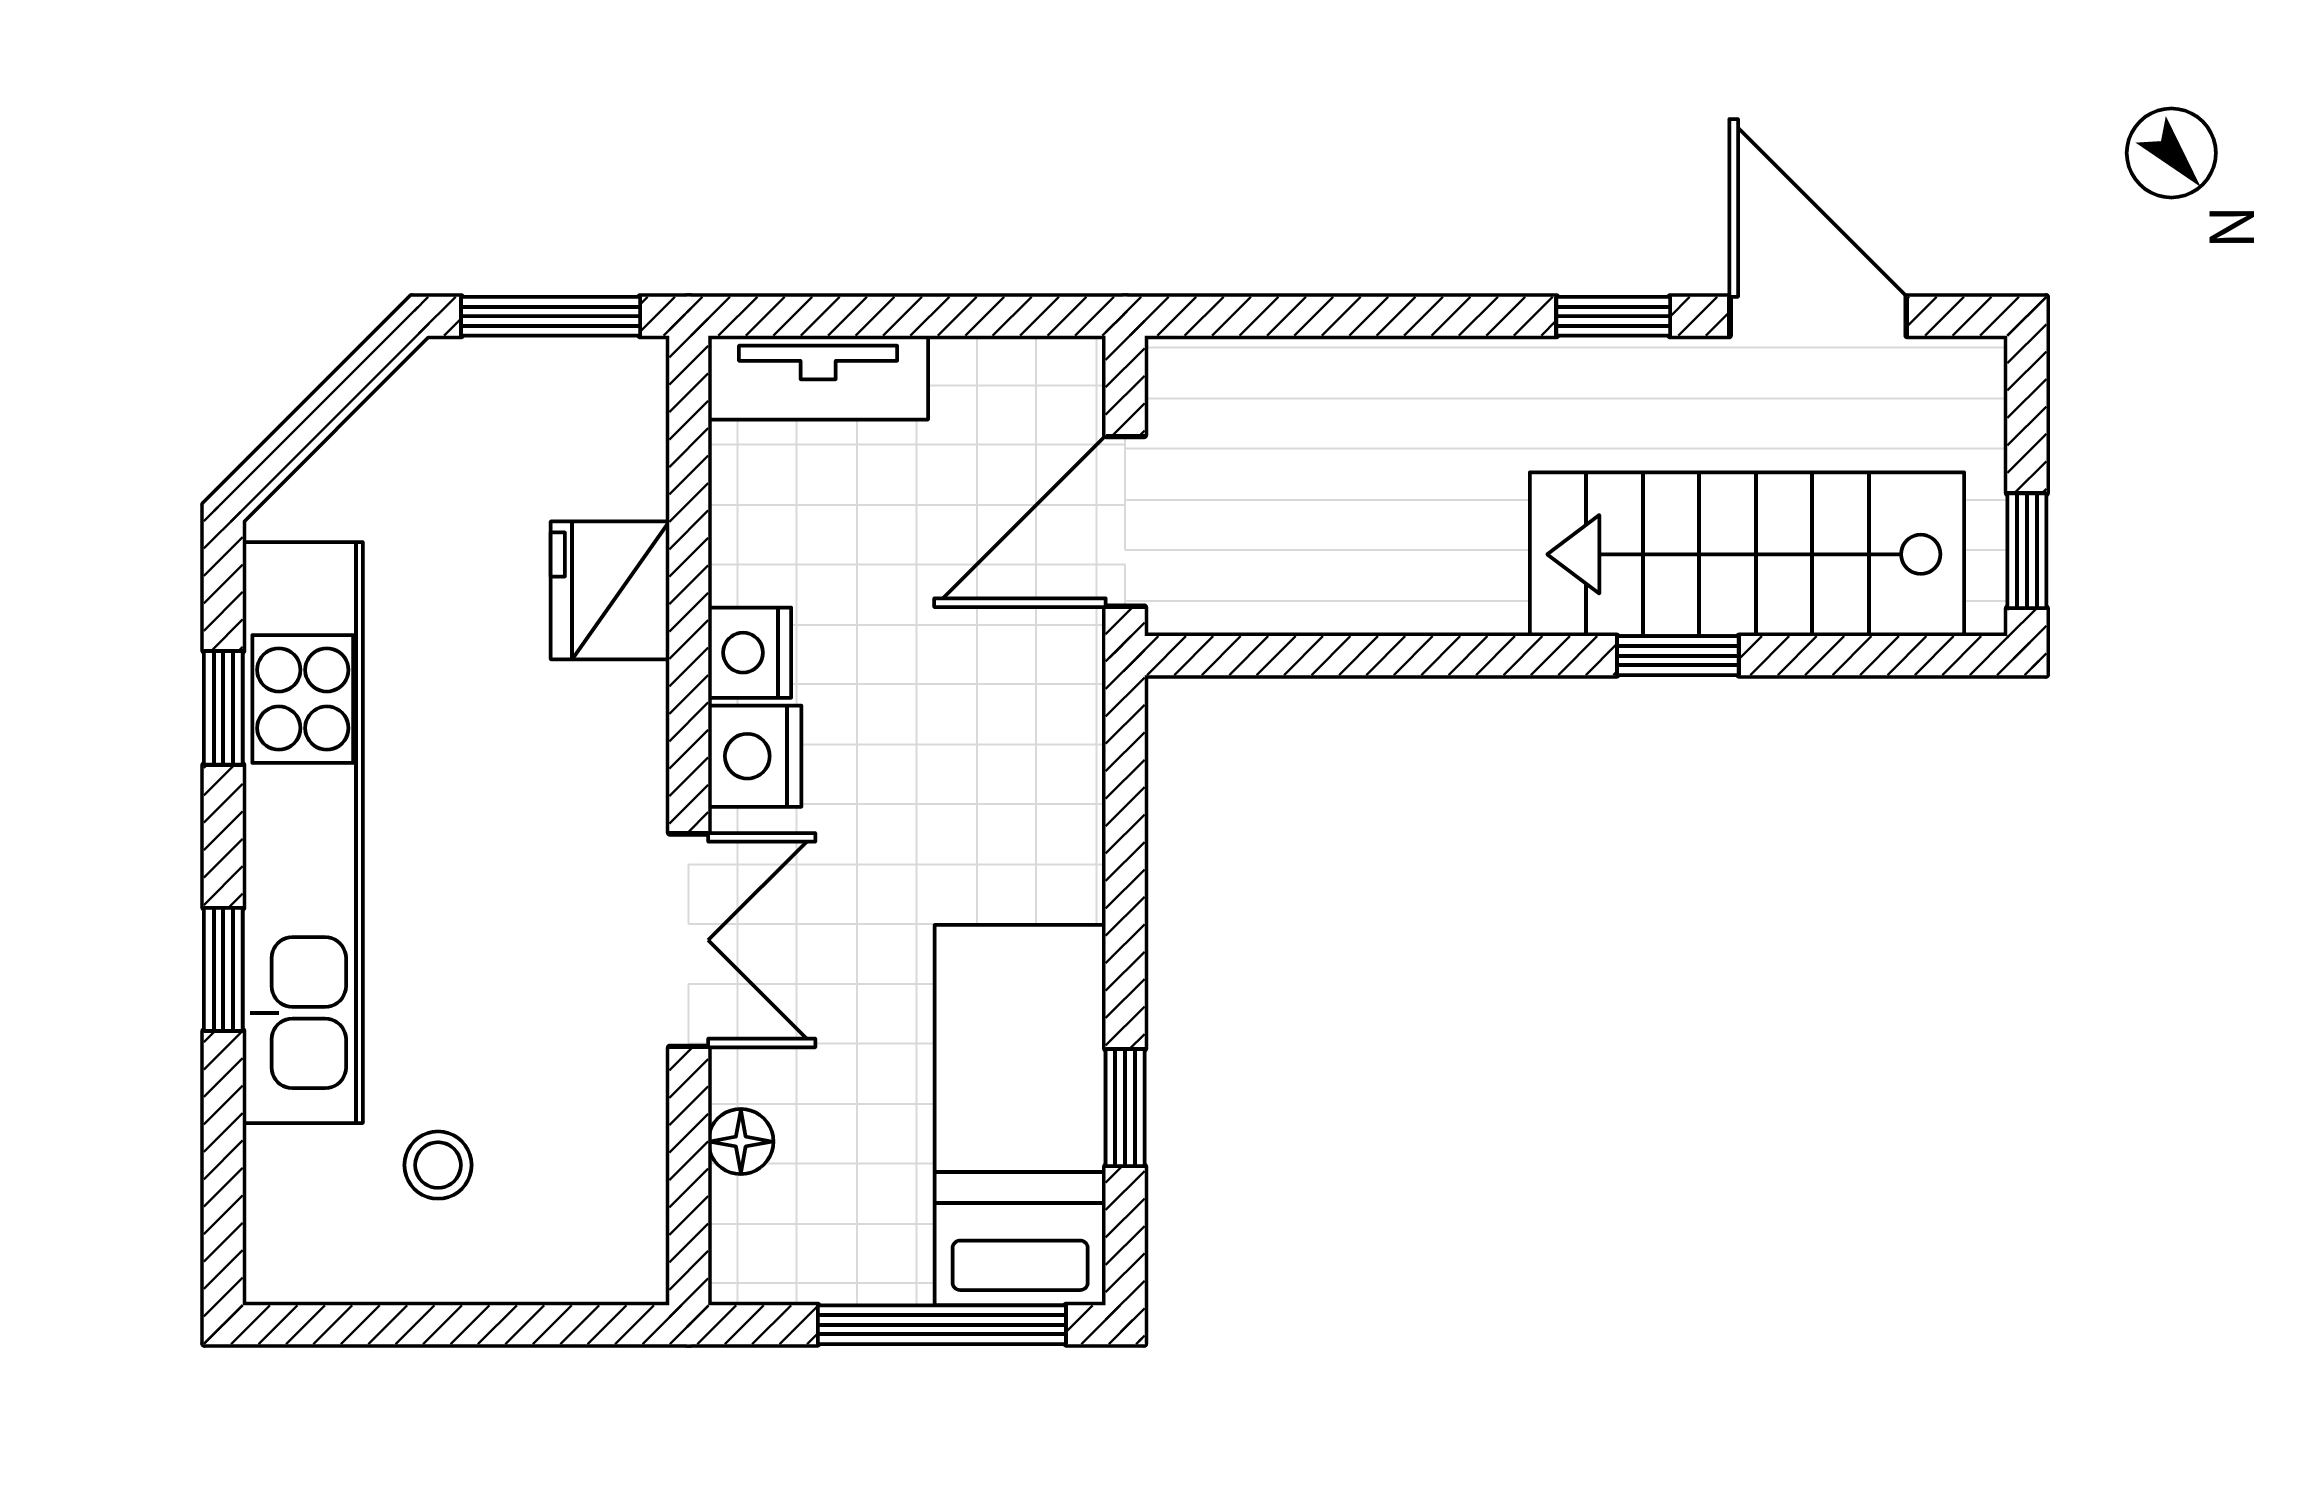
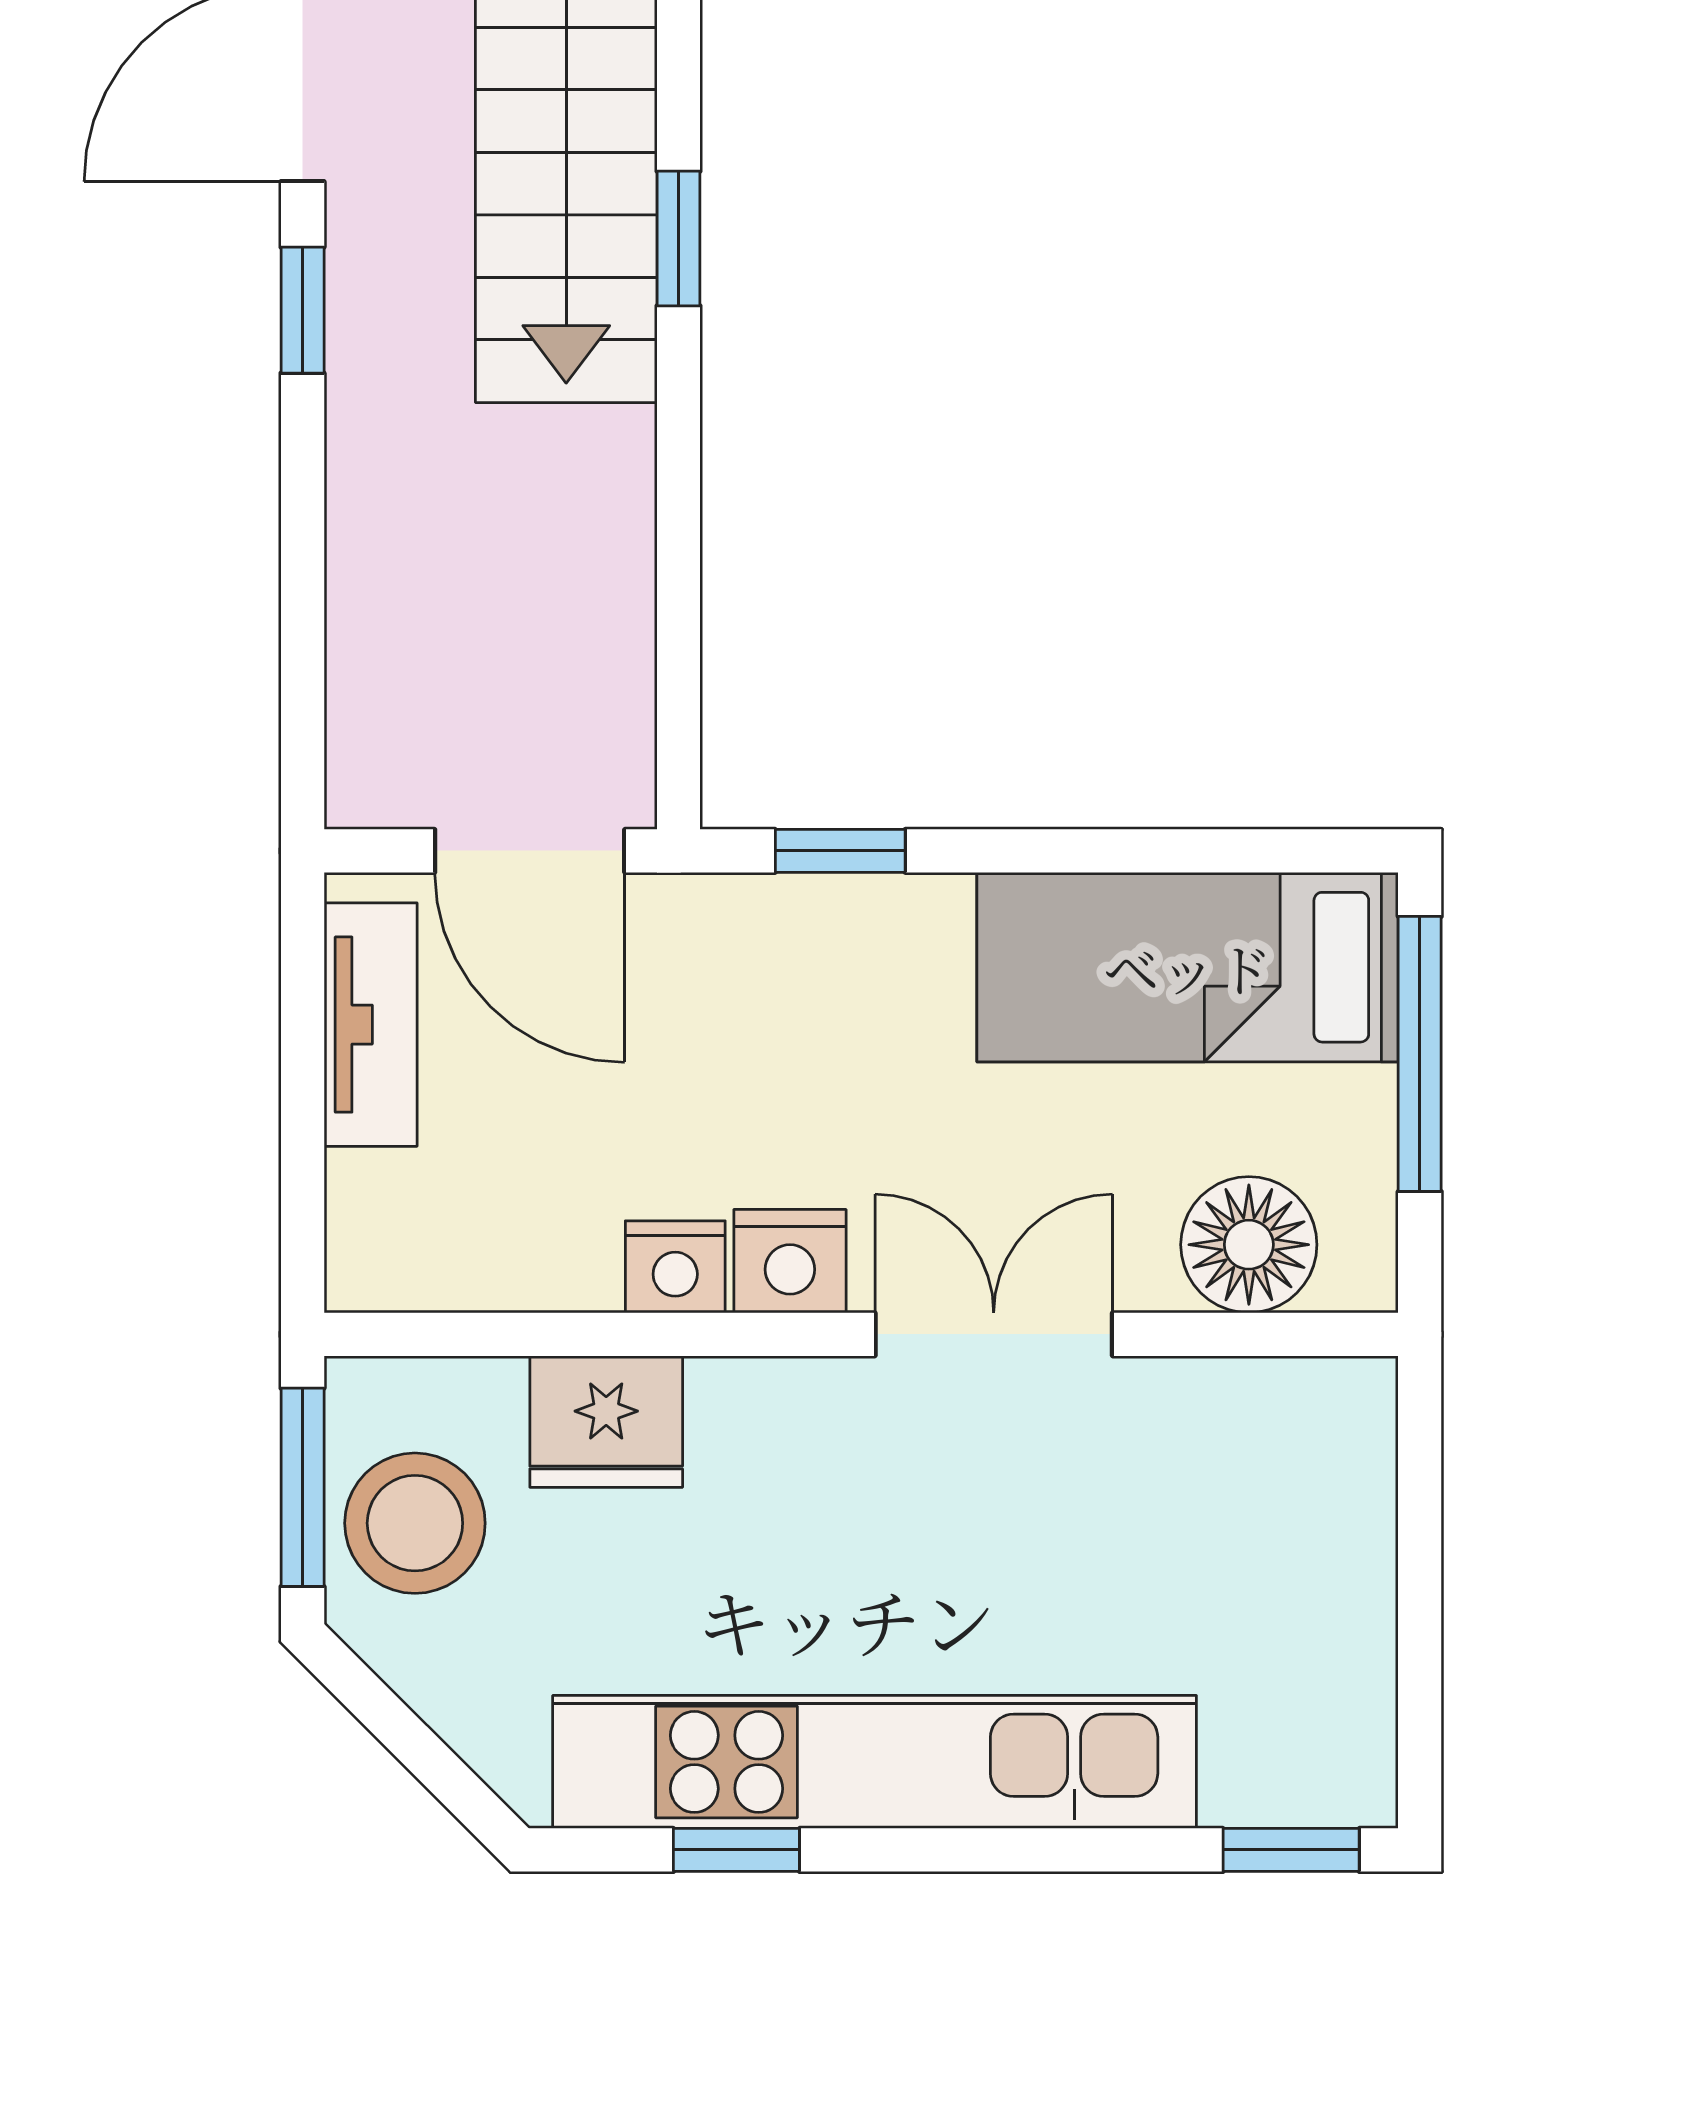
tv unit: (818, 378) -> (371, 1025), moved
window: (223, 969) -> (1291, 1850), moved
window: (1125, 1108) -> (840, 851), moved
floor lamp: (741, 1142) -> (1249, 1245), width x1.89, depth x1.89
stool: (438, 1165) -> (415, 1523), moved, width x1.89, depth x1.89

